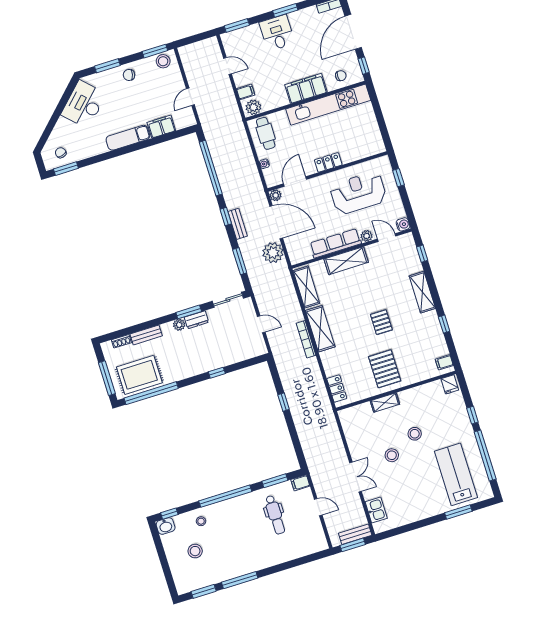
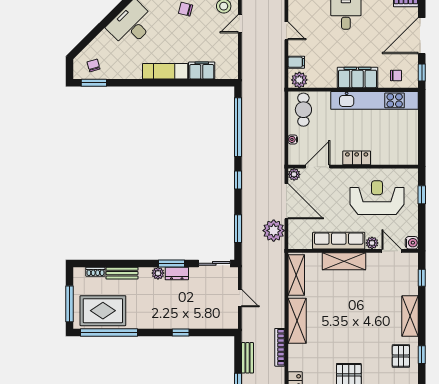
door: (190, 97) -> (240, 24), moved
bench: (238, 224) -> (247, 358), moved
pallet: (381, 322) -> (401, 356), moved
bookcase: (306, 339) -> (280, 347), moved

